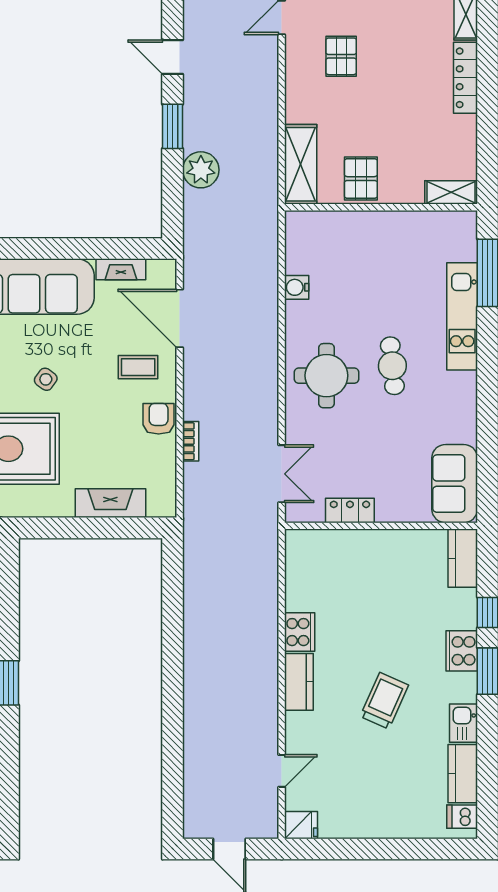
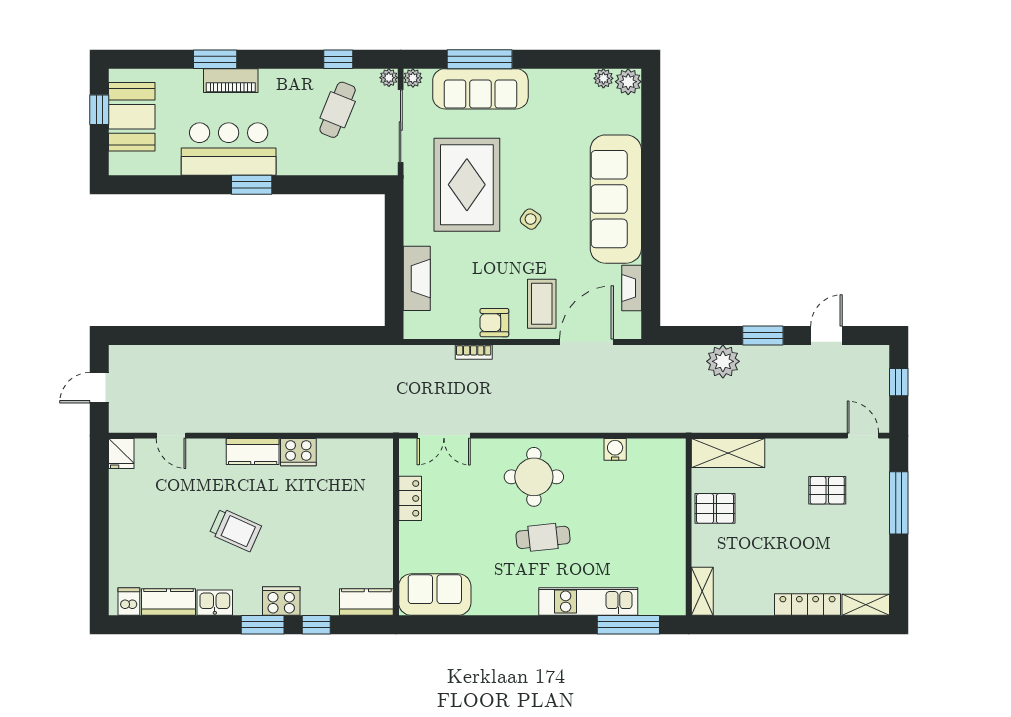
coffee table: (138, 367) -> (542, 304), width x1.36, depth x1.30
armchair: (159, 419) -> (494, 323), turned 180

